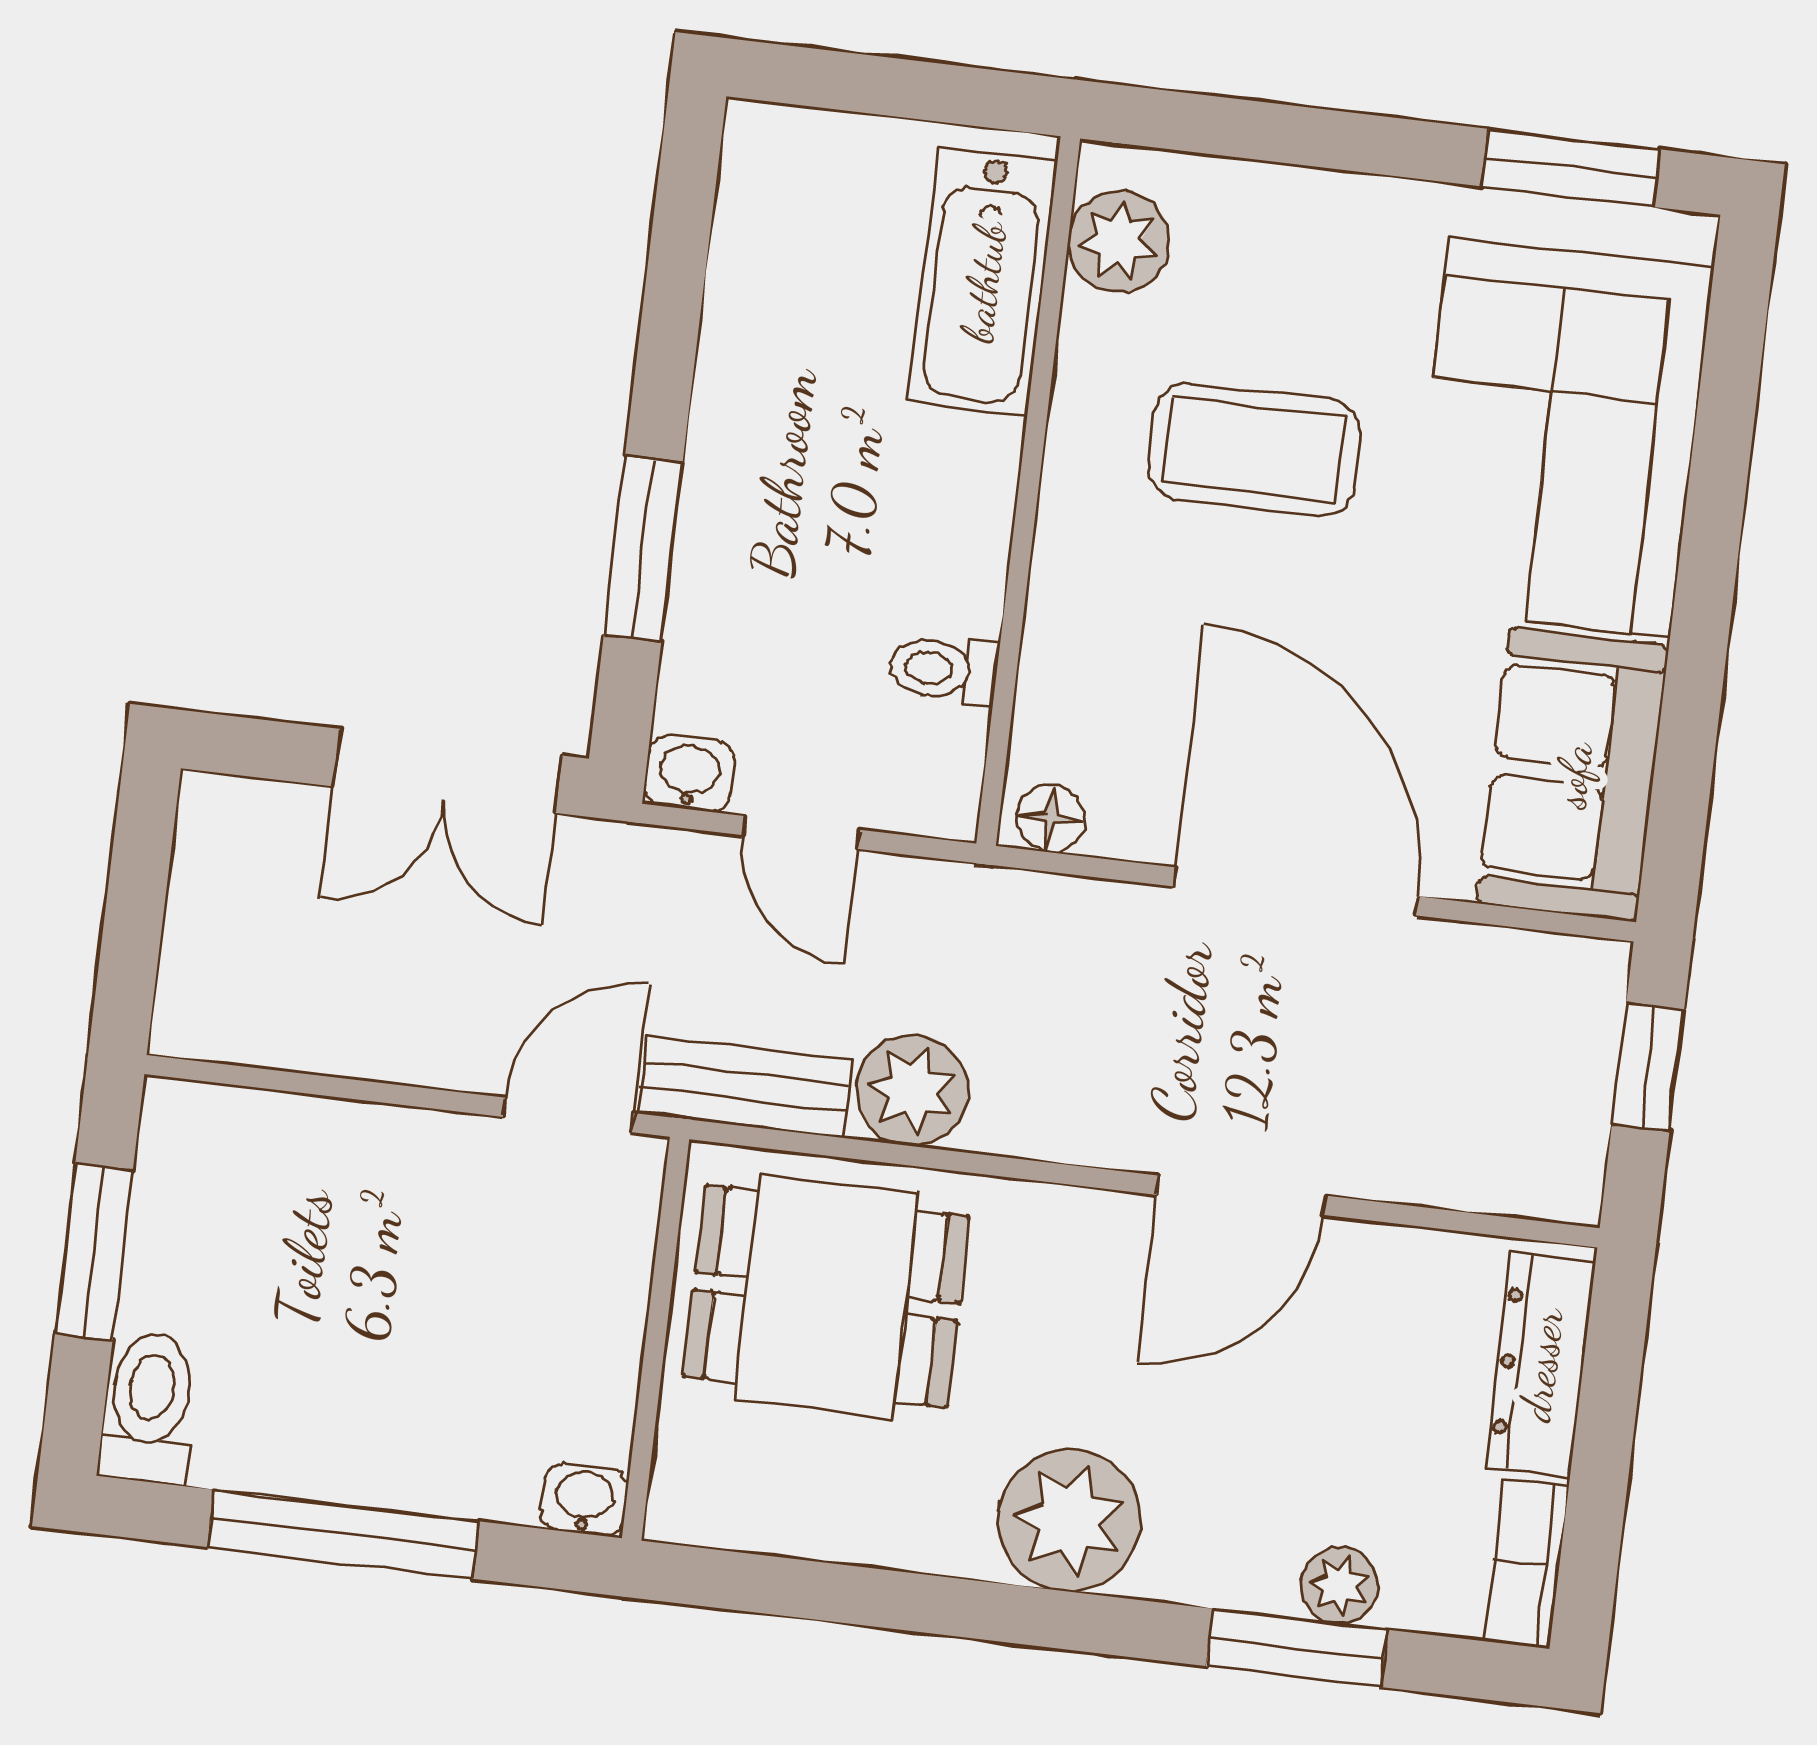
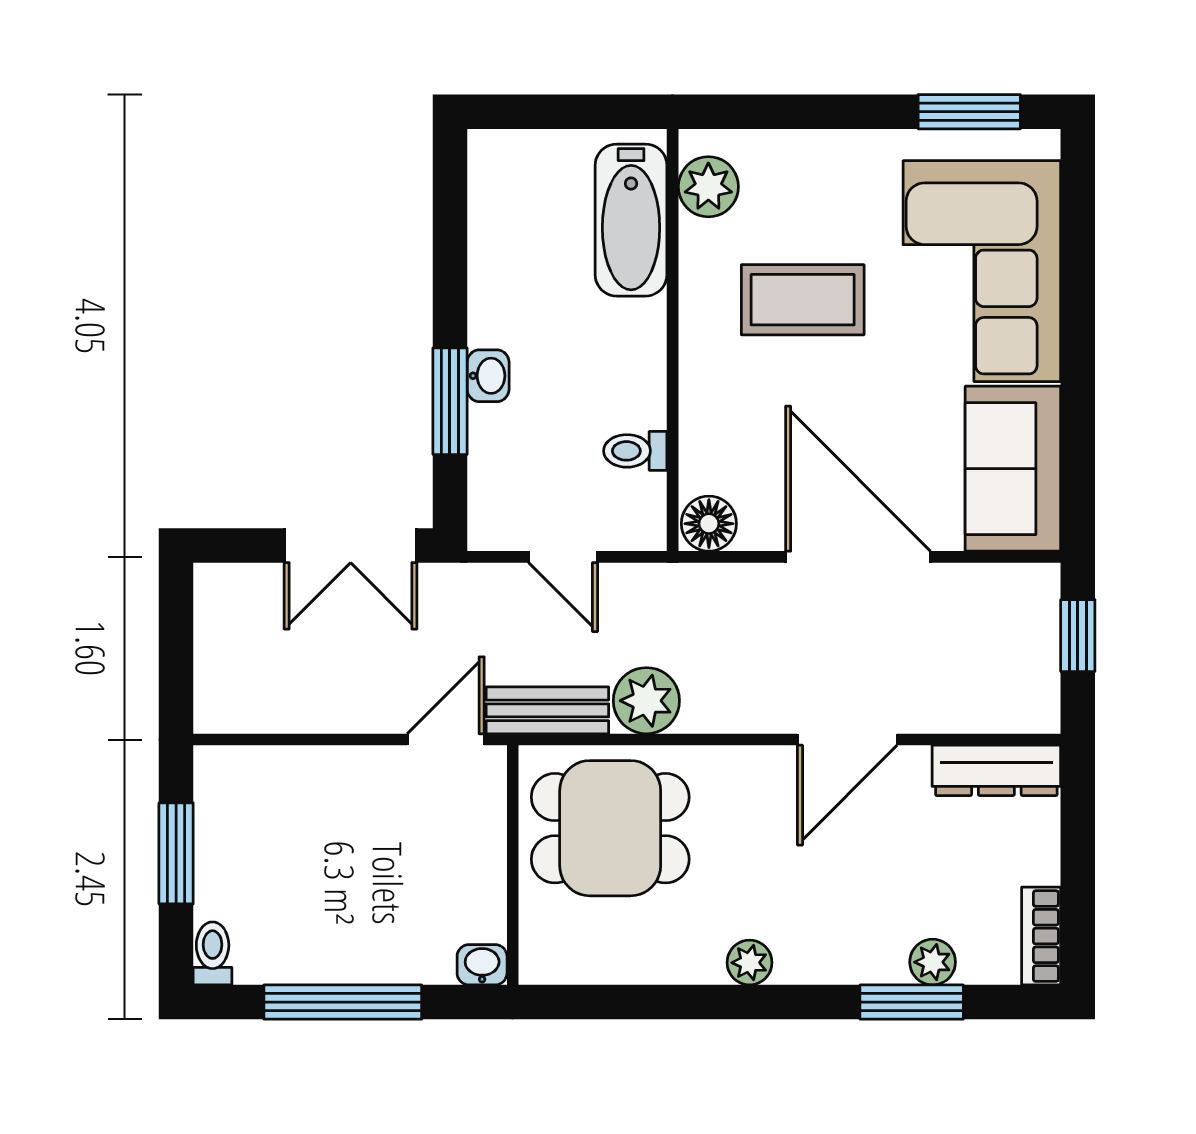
washbasin: (689, 774) -> (488, 376), moved, turned 90
floor lamp: (1051, 818) -> (709, 524), width x1.37, depth x1.37
dresser: (1541, 1365) -> (996, 770), moved, turned -90
toilet: (149, 1408) -> (213, 953), width x0.73, depth x0.72
plant: (1070, 1520) -> (750, 963), width x0.53, depth x0.53

